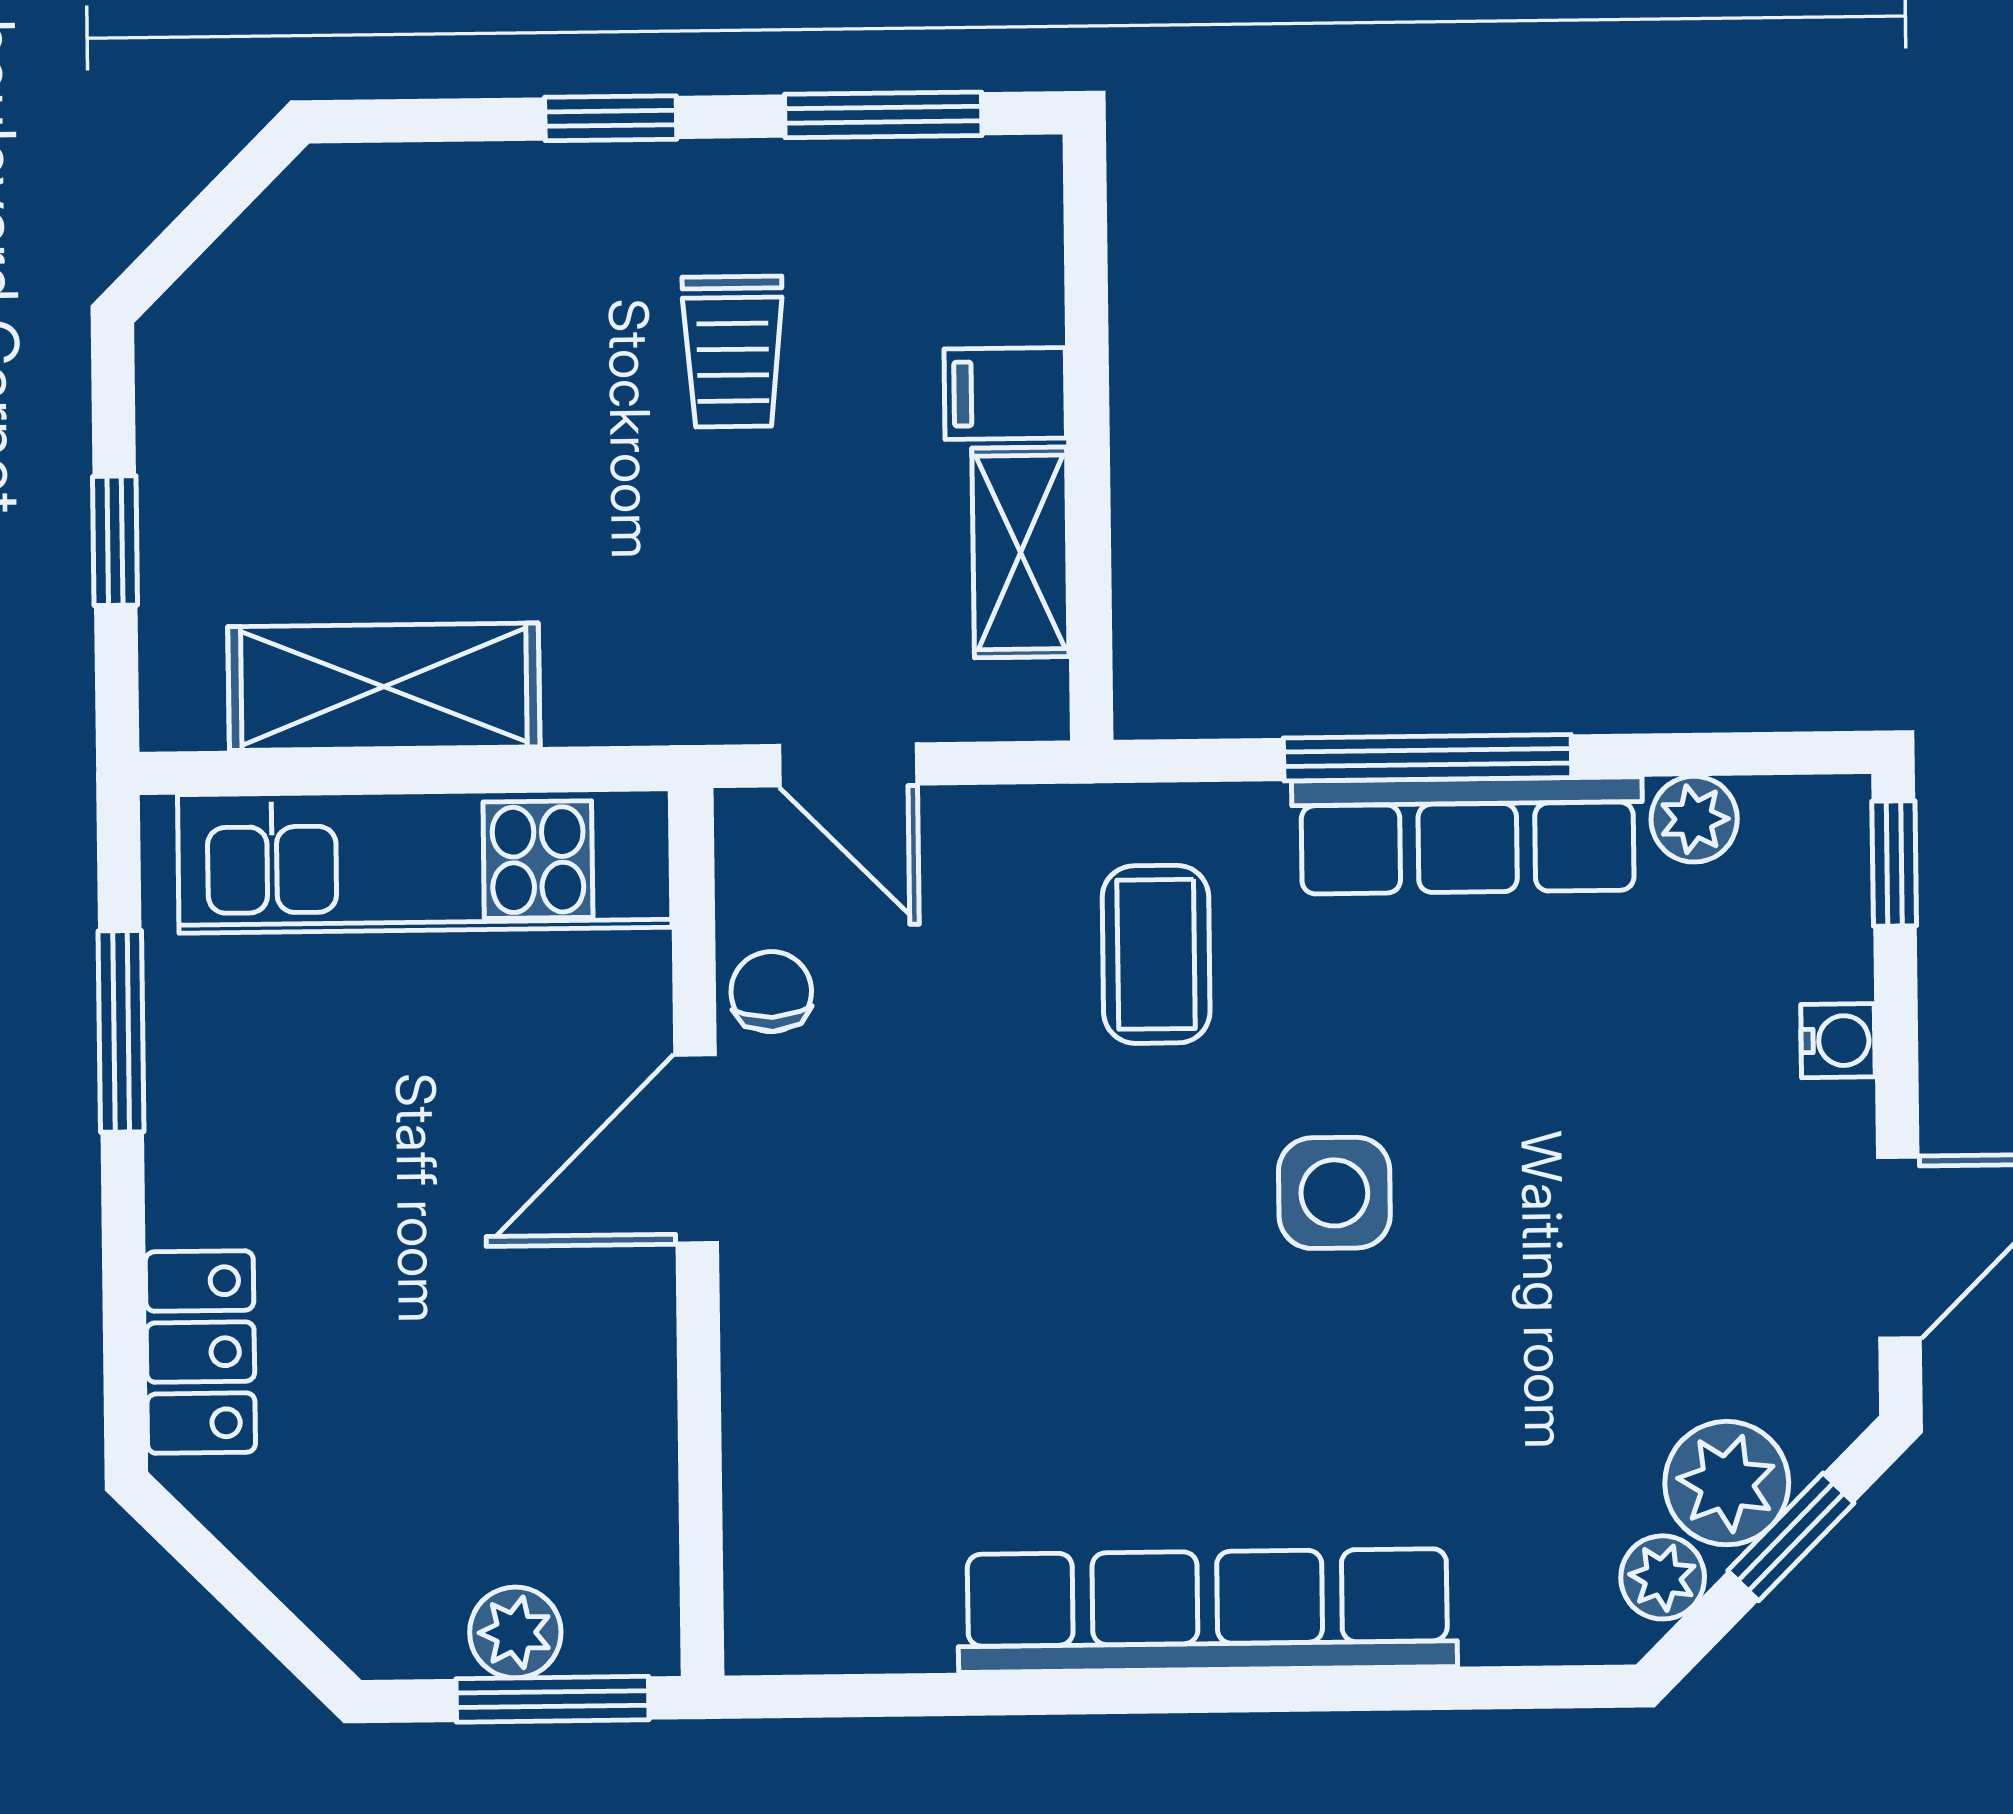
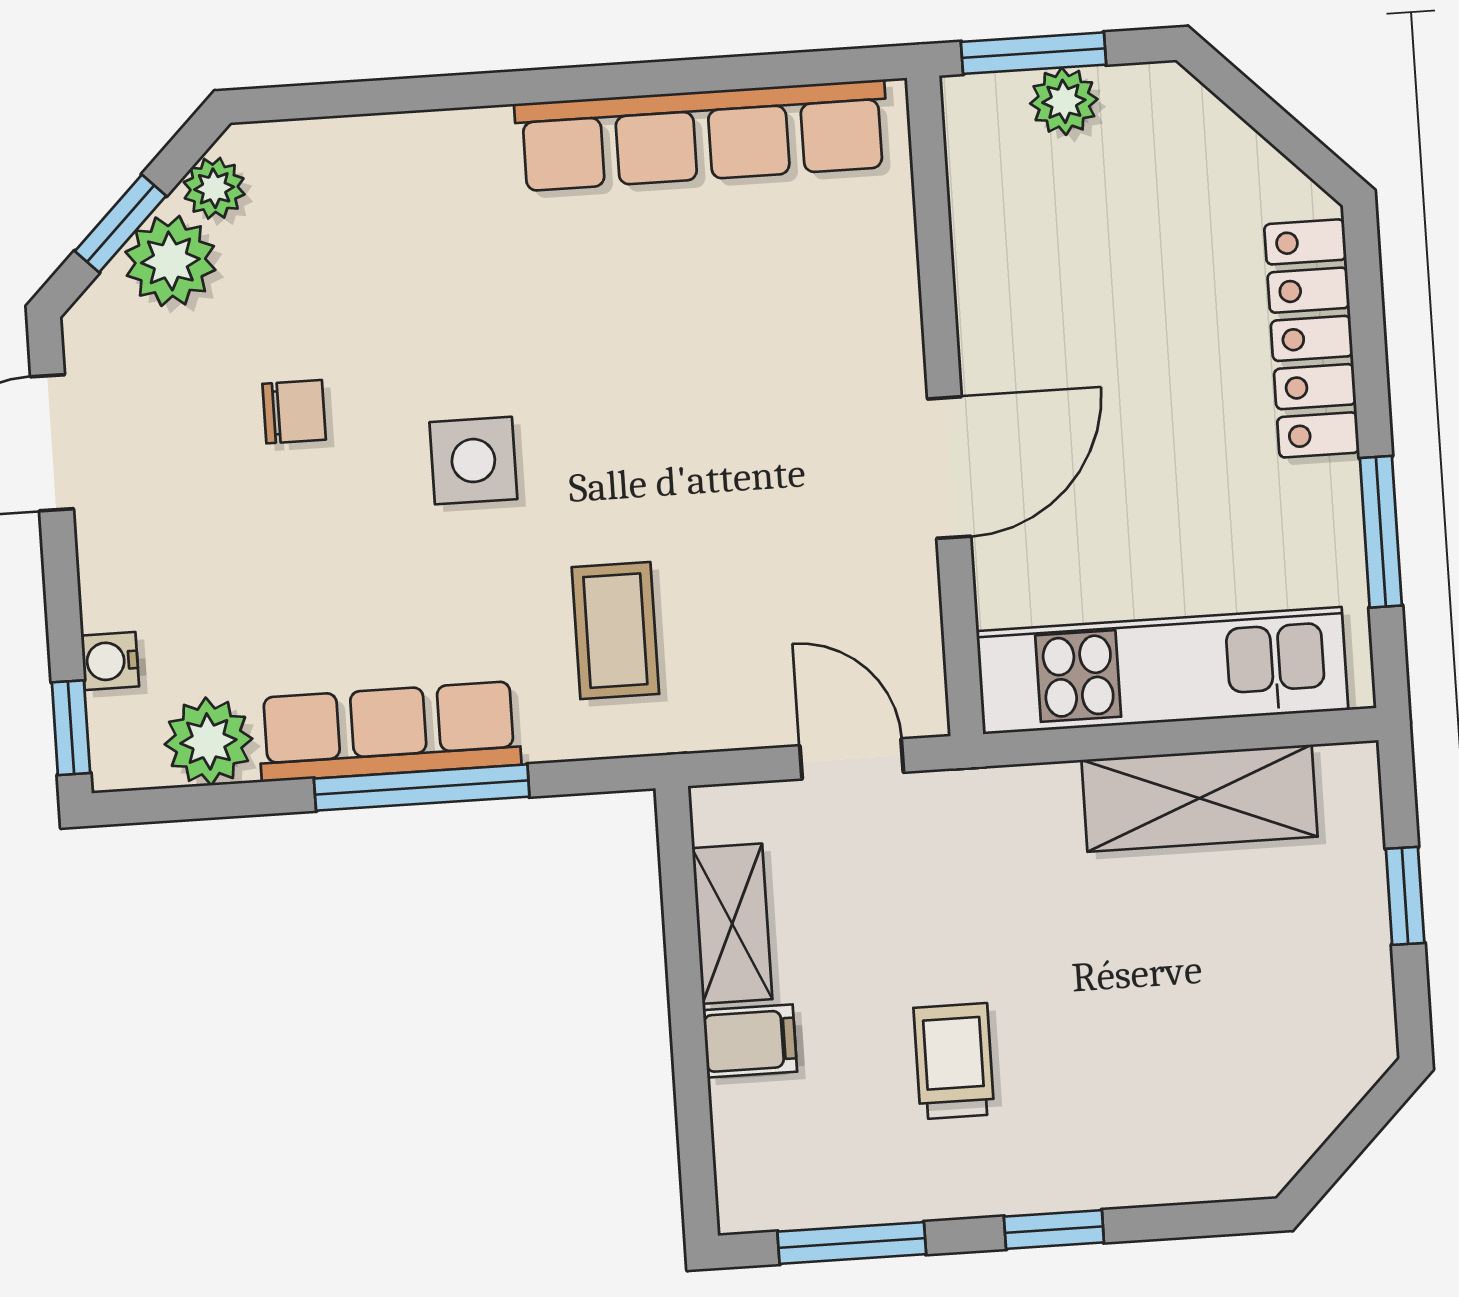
plant: (1694, 819) -> (208, 741), width x1.38, depth x1.38
chair: (771, 992) -> (294, 412), moved, turned -88
water cooler: (1838, 1041) -> (110, 661), moved
locker: (200, 1352) -> (1312, 338), width x1.53
row of seats: (1207, 1610) -> (702, 135), moved

